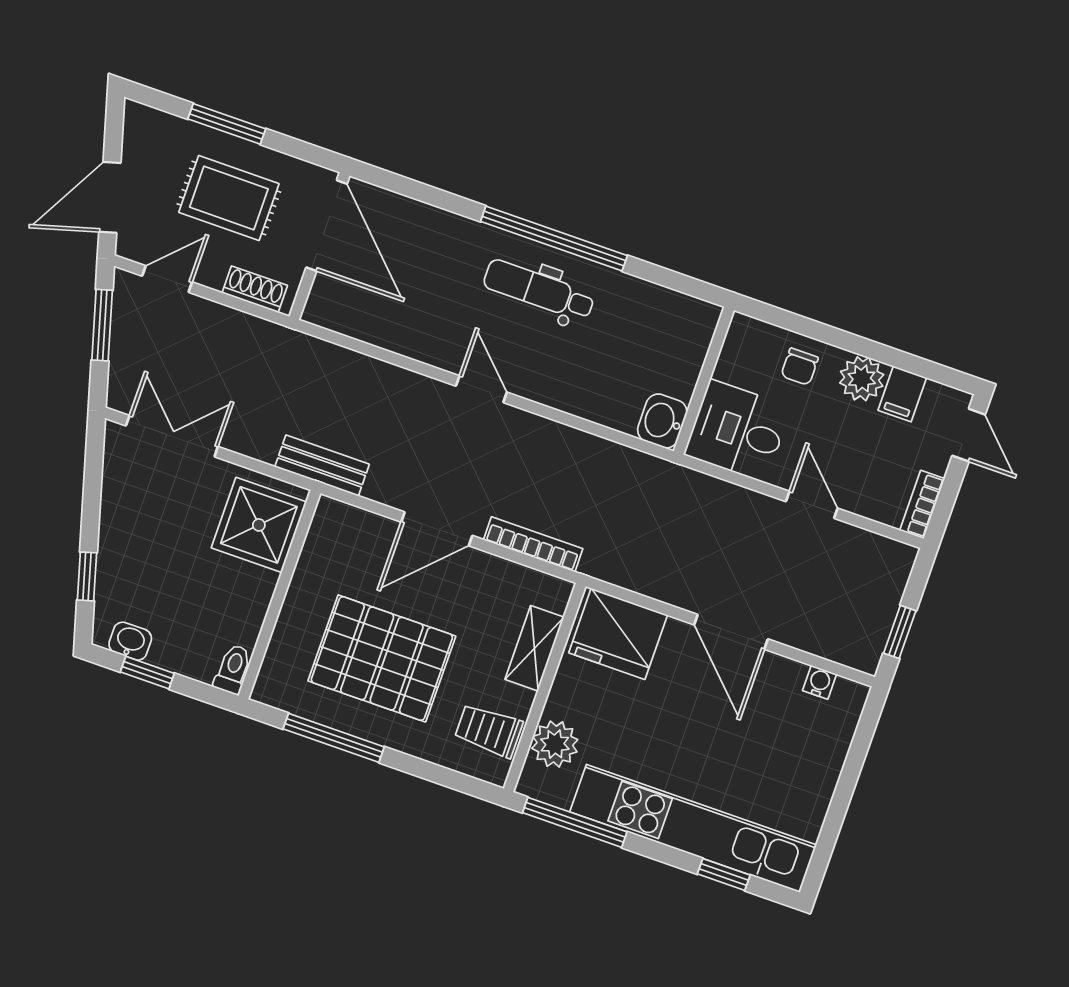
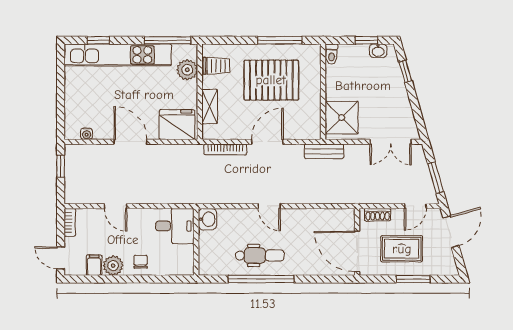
wall: (704, 381) -> (196, 242), moved
washbasin: (662, 421) -> (207, 219), moved
desk: (738, 431) -> (175, 226), moved

